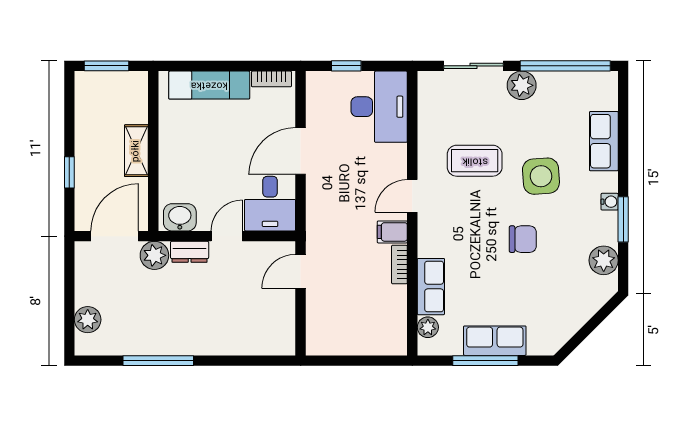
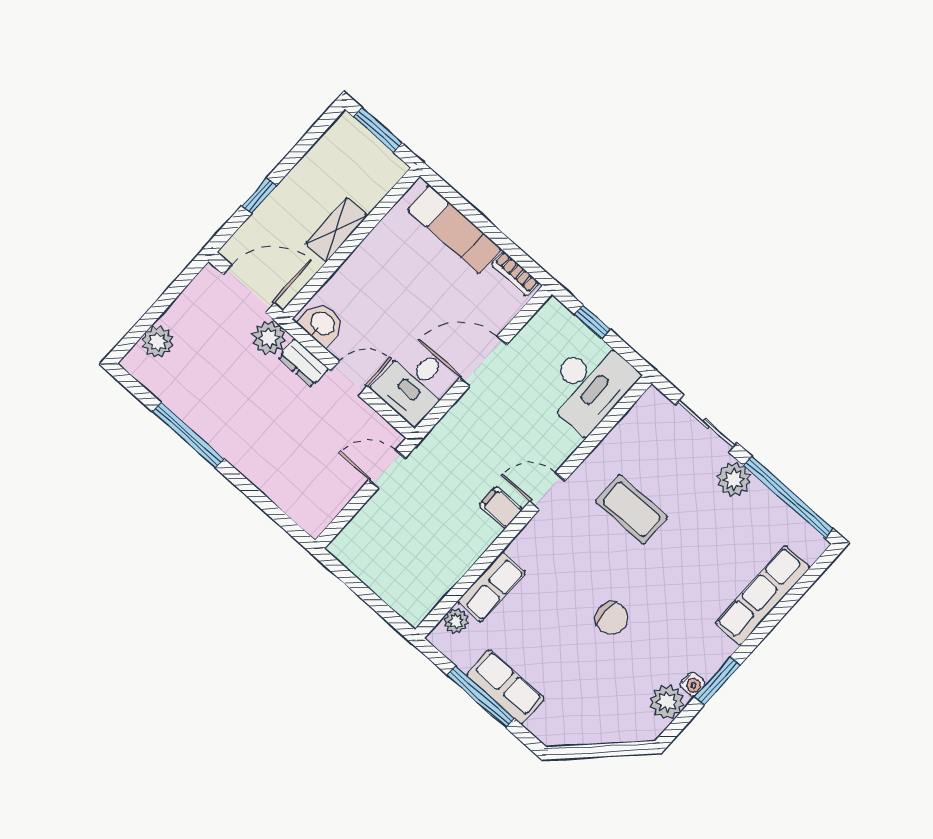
row of seats: (604, 141) -> (763, 595), width x1.48
side table: (541, 176) -> (678, 576), removed
water cooler: (610, 202) -> (692, 684), moved
bookcase: (399, 265) -> (481, 542), removed

